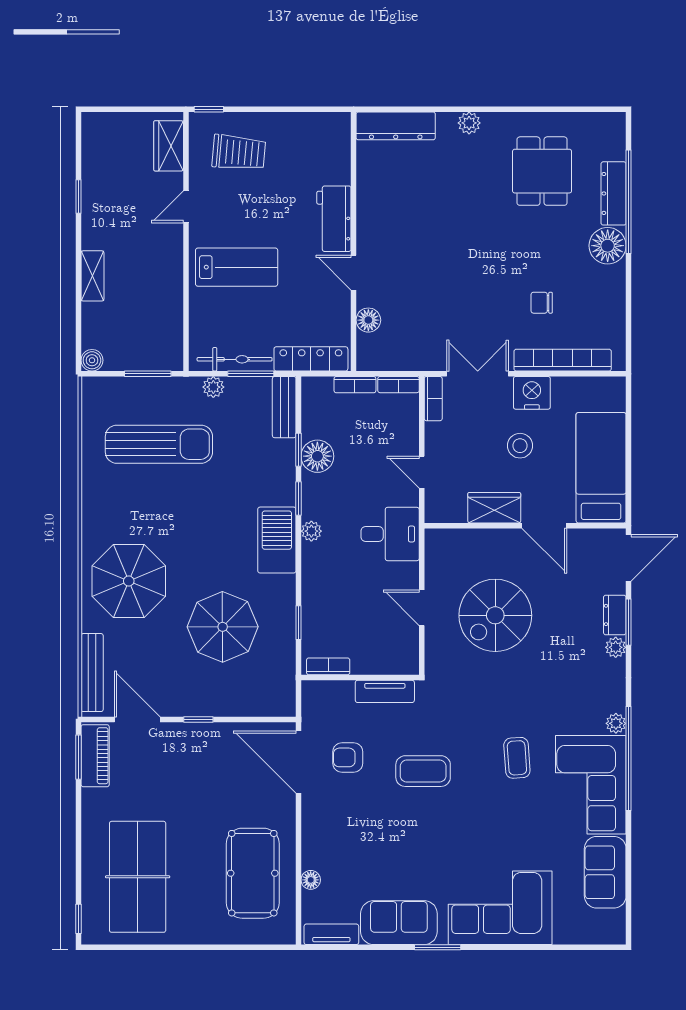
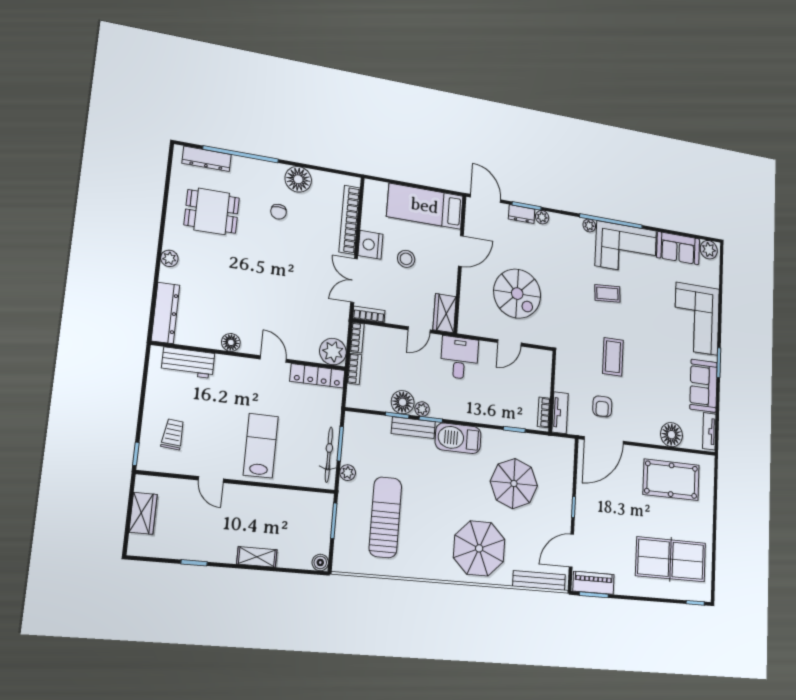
wardrobe: (169, 146) -> (143, 513), moved, turned -90
trolley: (239, 153) -> (173, 434), width x0.73, depth x0.72
dresser: (614, 193) -> (207, 159), moved
workbench: (334, 219) -> (188, 363), moved
floor lamp: (608, 246) -> (298, 179), moved
door: (354, 273) -> (273, 359), swing flipped
chair: (542, 303) -> (279, 212), moved
floor lamp: (368, 320) -> (231, 342), moved
plant: (375, 353) -> (333, 352), added
locker: (311, 359) -> (317, 376), moved, turned -90
bench: (284, 407) -> (413, 428), moved
wardrobe: (494, 508) -> (445, 313), moved
plant: (311, 531) -> (422, 409), moved
tv unit: (385, 691) -> (560, 413), moved
floor lamp: (311, 880) -> (671, 435), width x1.89, depth x1.89
plant: (611, 925) -> (709, 250), added

